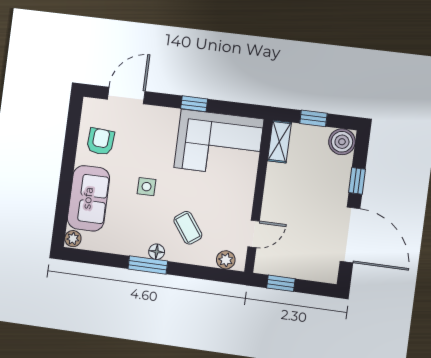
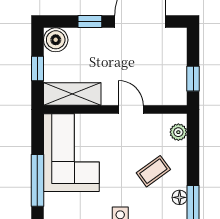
window: (194, 104) -> (37, 180), width x2.17
shelving: (279, 142) -> (72, 94), width x1.50, depth x1.33
door: (254, 234) -> (131, 110), moved

